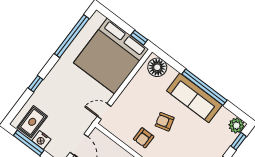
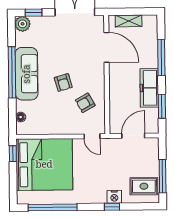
floor lamp: (157, 67) -> (21, 117), width x0.53, depth x0.53
armchair: (144, 138) -> (85, 103), moved, turned 151
nightstand: (41, 140) -> (114, 197), moved, turned 90

